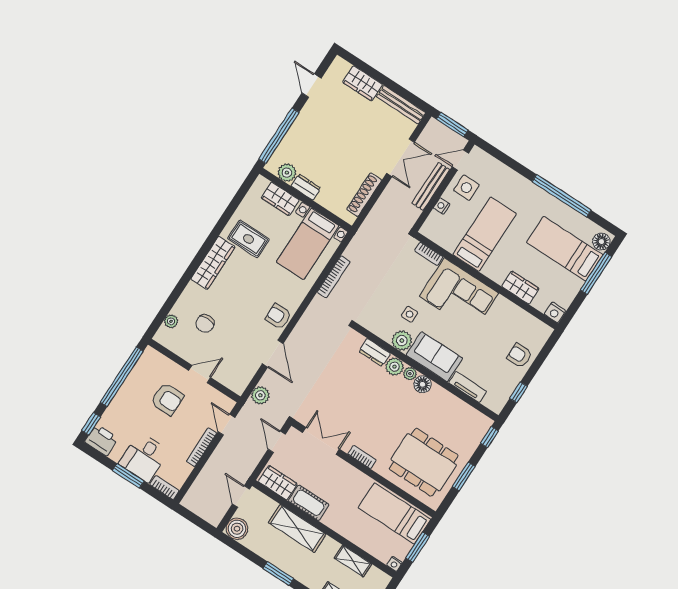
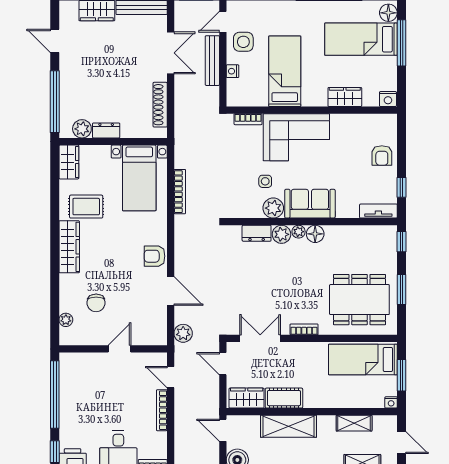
wardrobe: (280, 199) -> (69, 162), moved, turned -90
armchair: (519, 356) -> (382, 155), turned -90
tv unit: (468, 387) -> (378, 211), moved
armchair: (167, 399) -> (106, 388), removed

